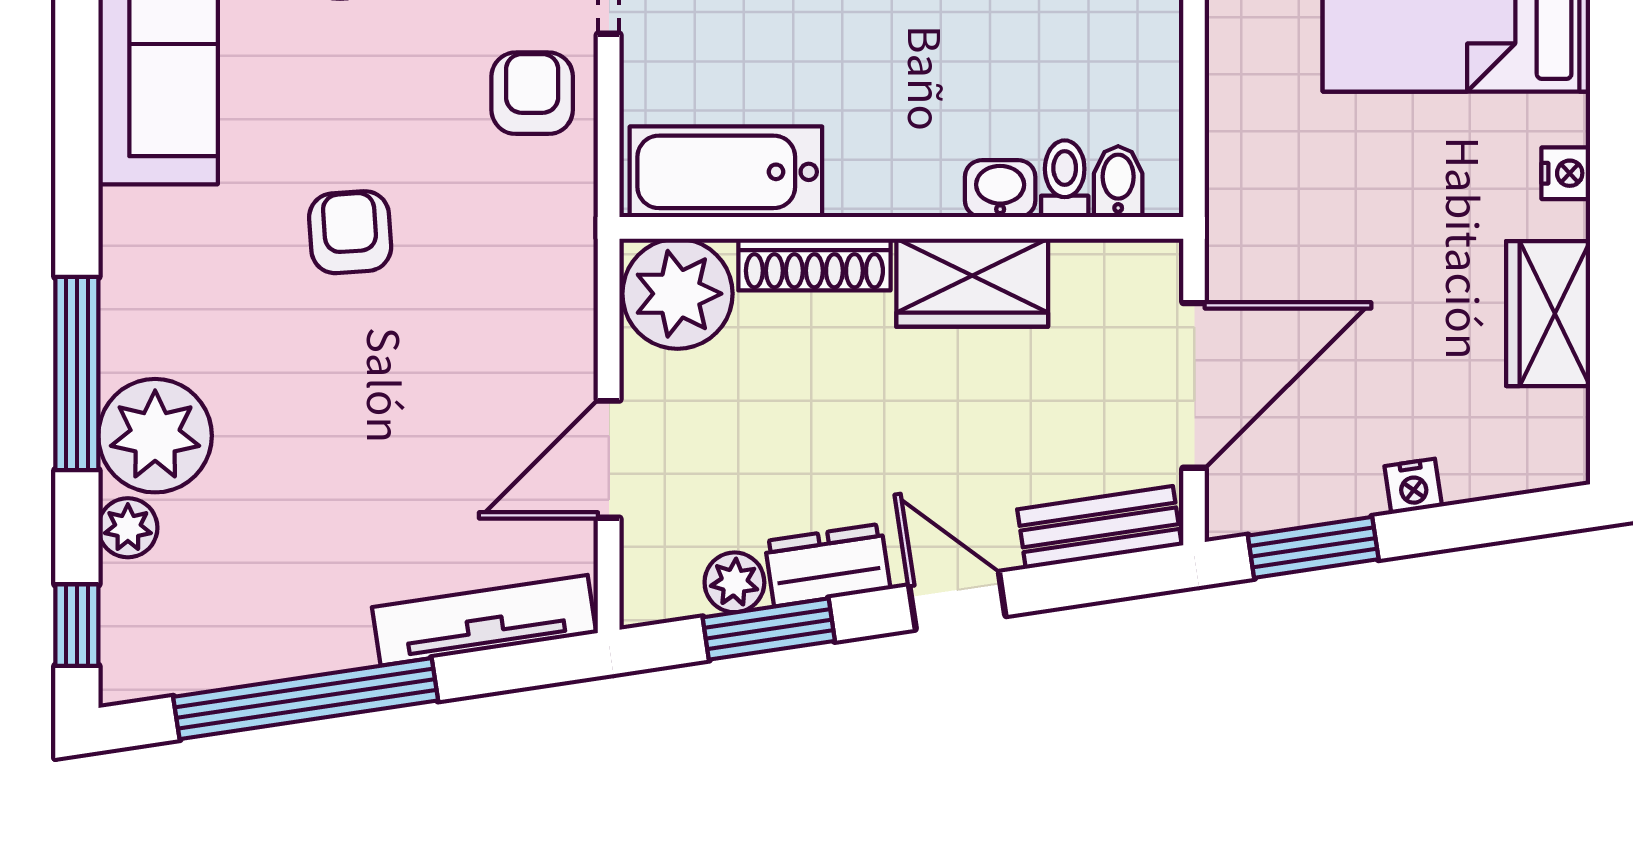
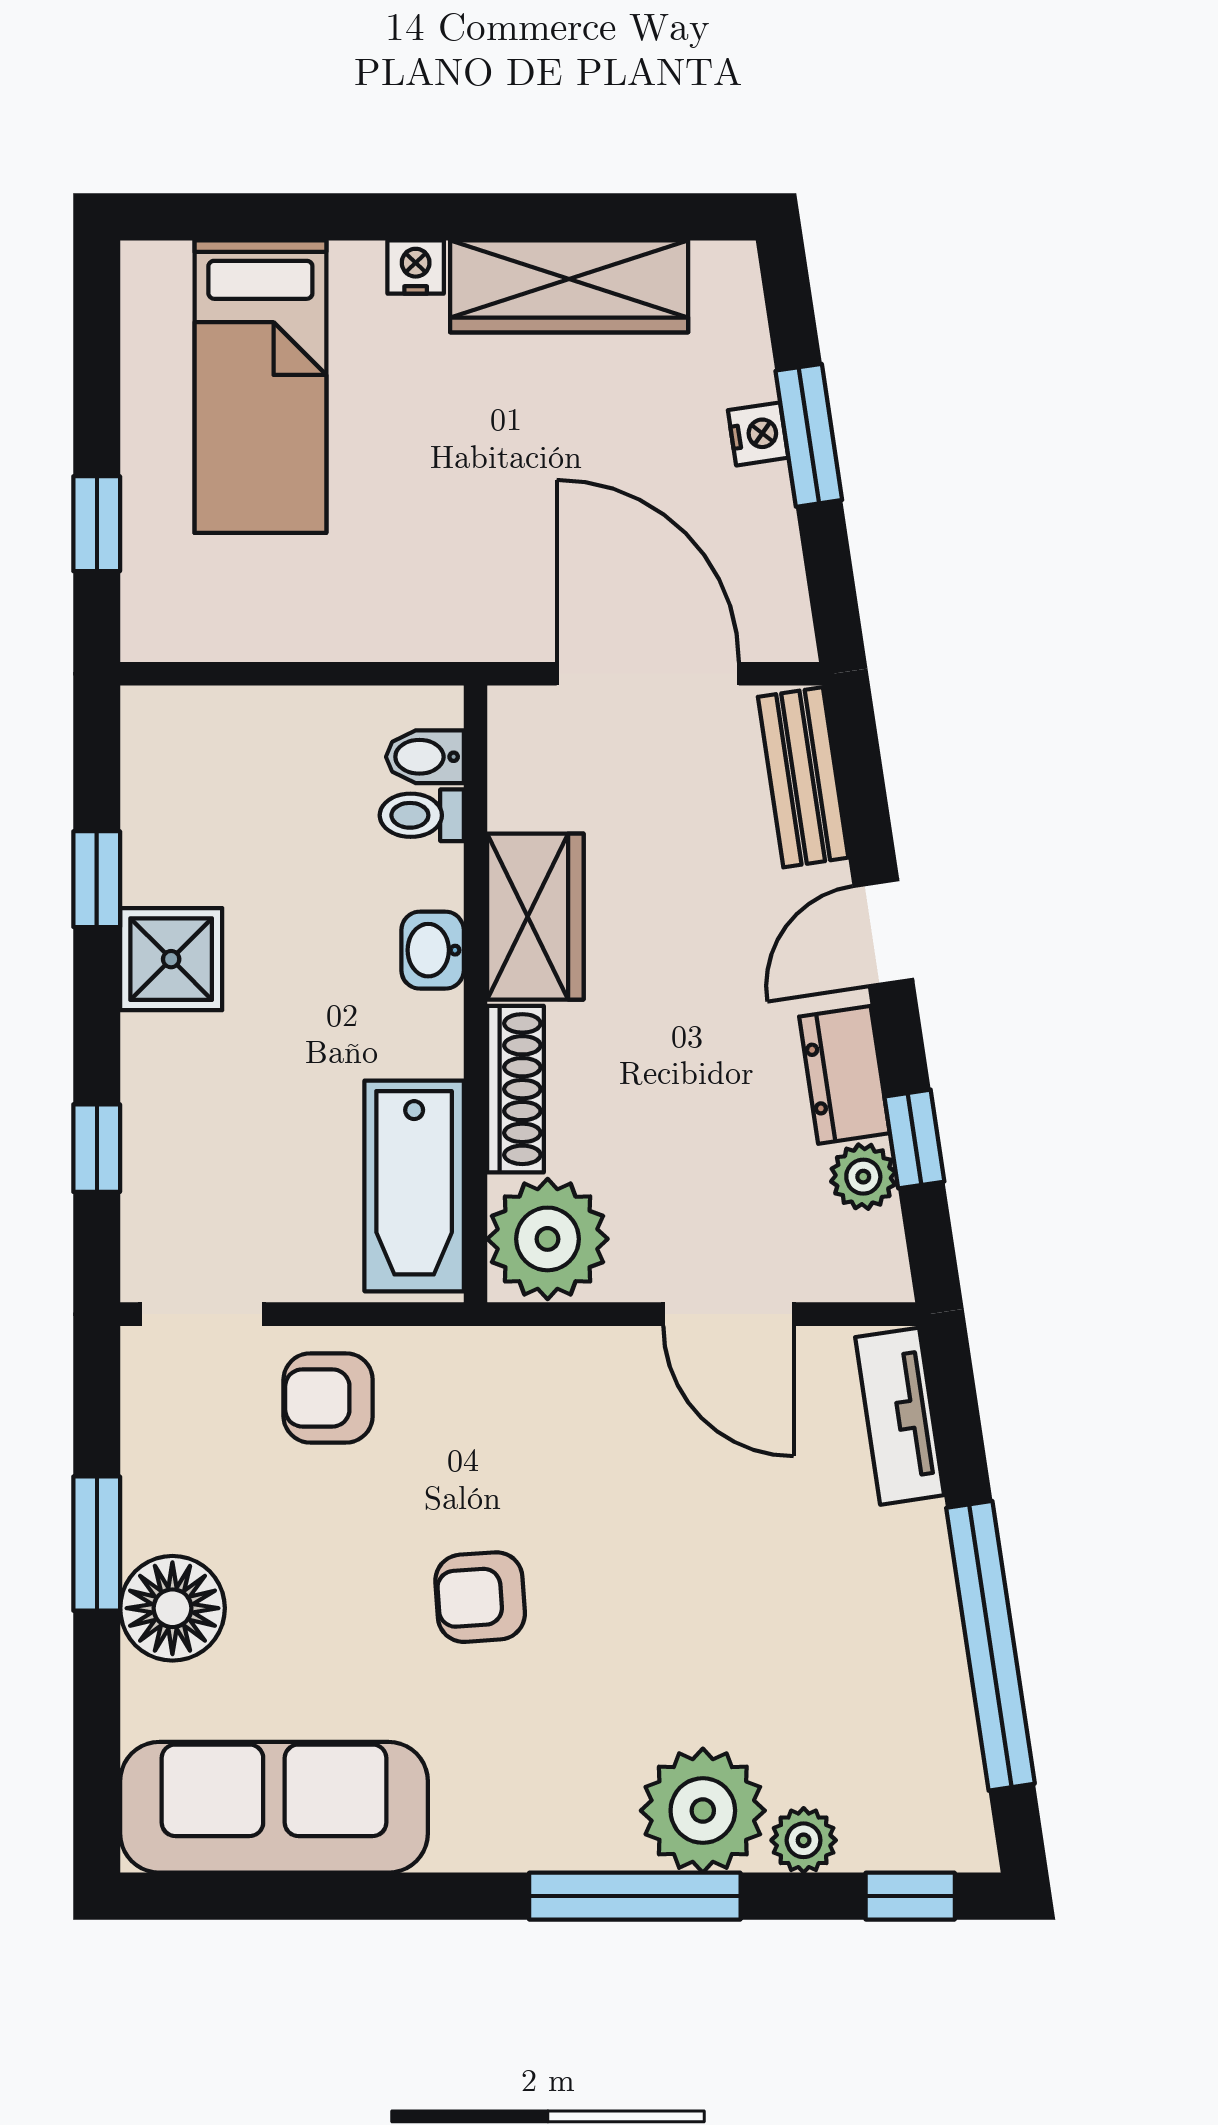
washbasin: (1000, 189) -> (433, 950), moved
wardrobe: (1548, 314) -> (569, 286), width x1.50
window: (1313, 547) -> (809, 435), moved
tv unit: (484, 620) -> (900, 1416), width x0.71
window: (769, 629) -> (914, 1139), width x0.67

